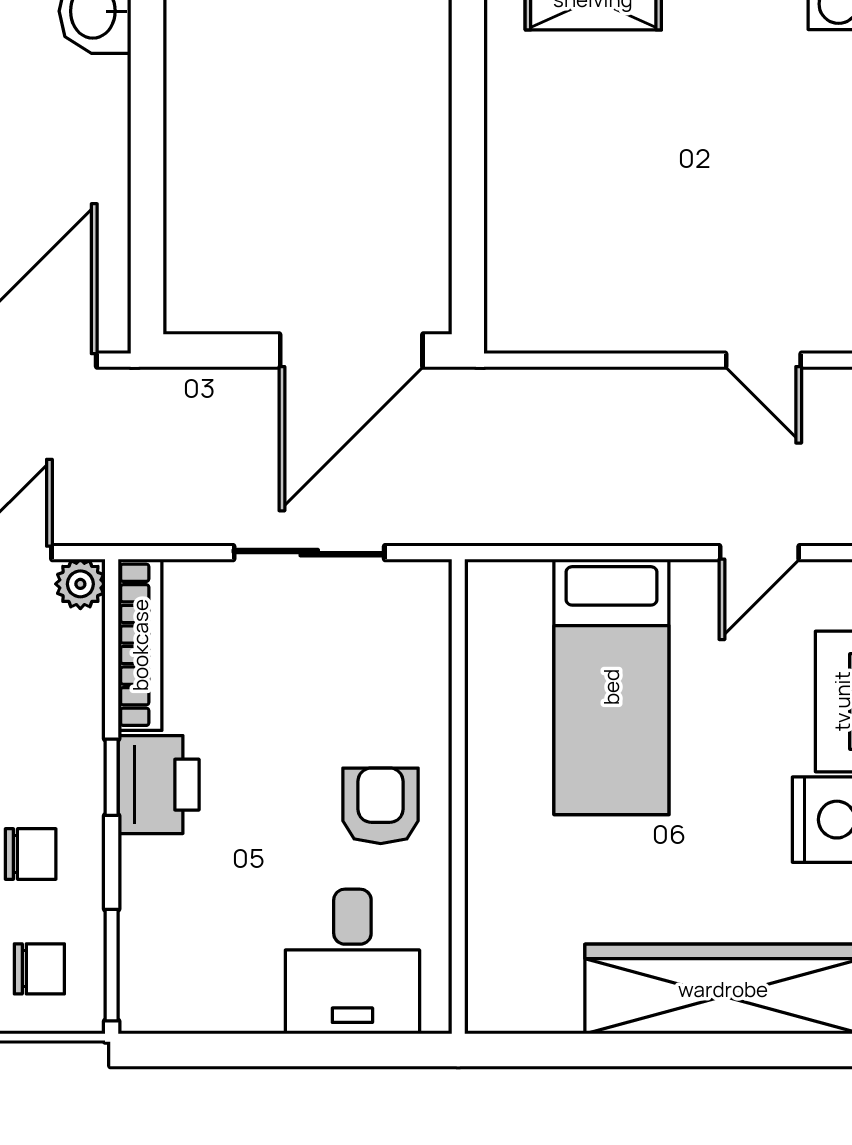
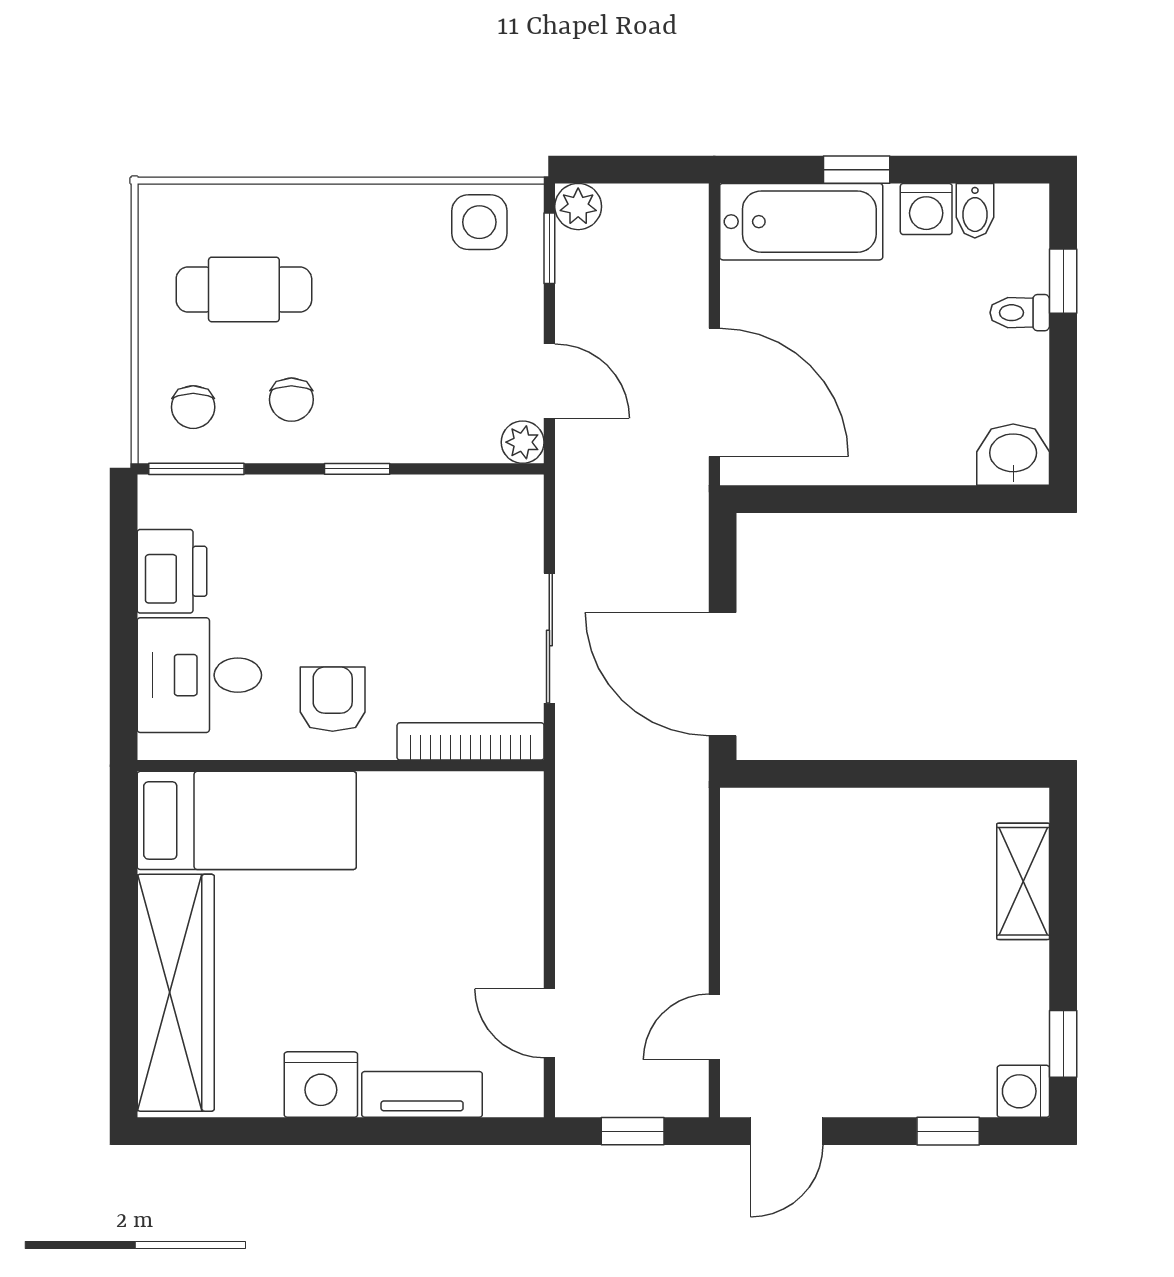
bookcase: (140, 645) -> (471, 741), moved, turned 180
bed: (611, 687) -> (247, 820), moved, turned 180
printer: (159, 785) -> (172, 571), moved, turned -90
armchair: (381, 806) -> (333, 699), turned -90

